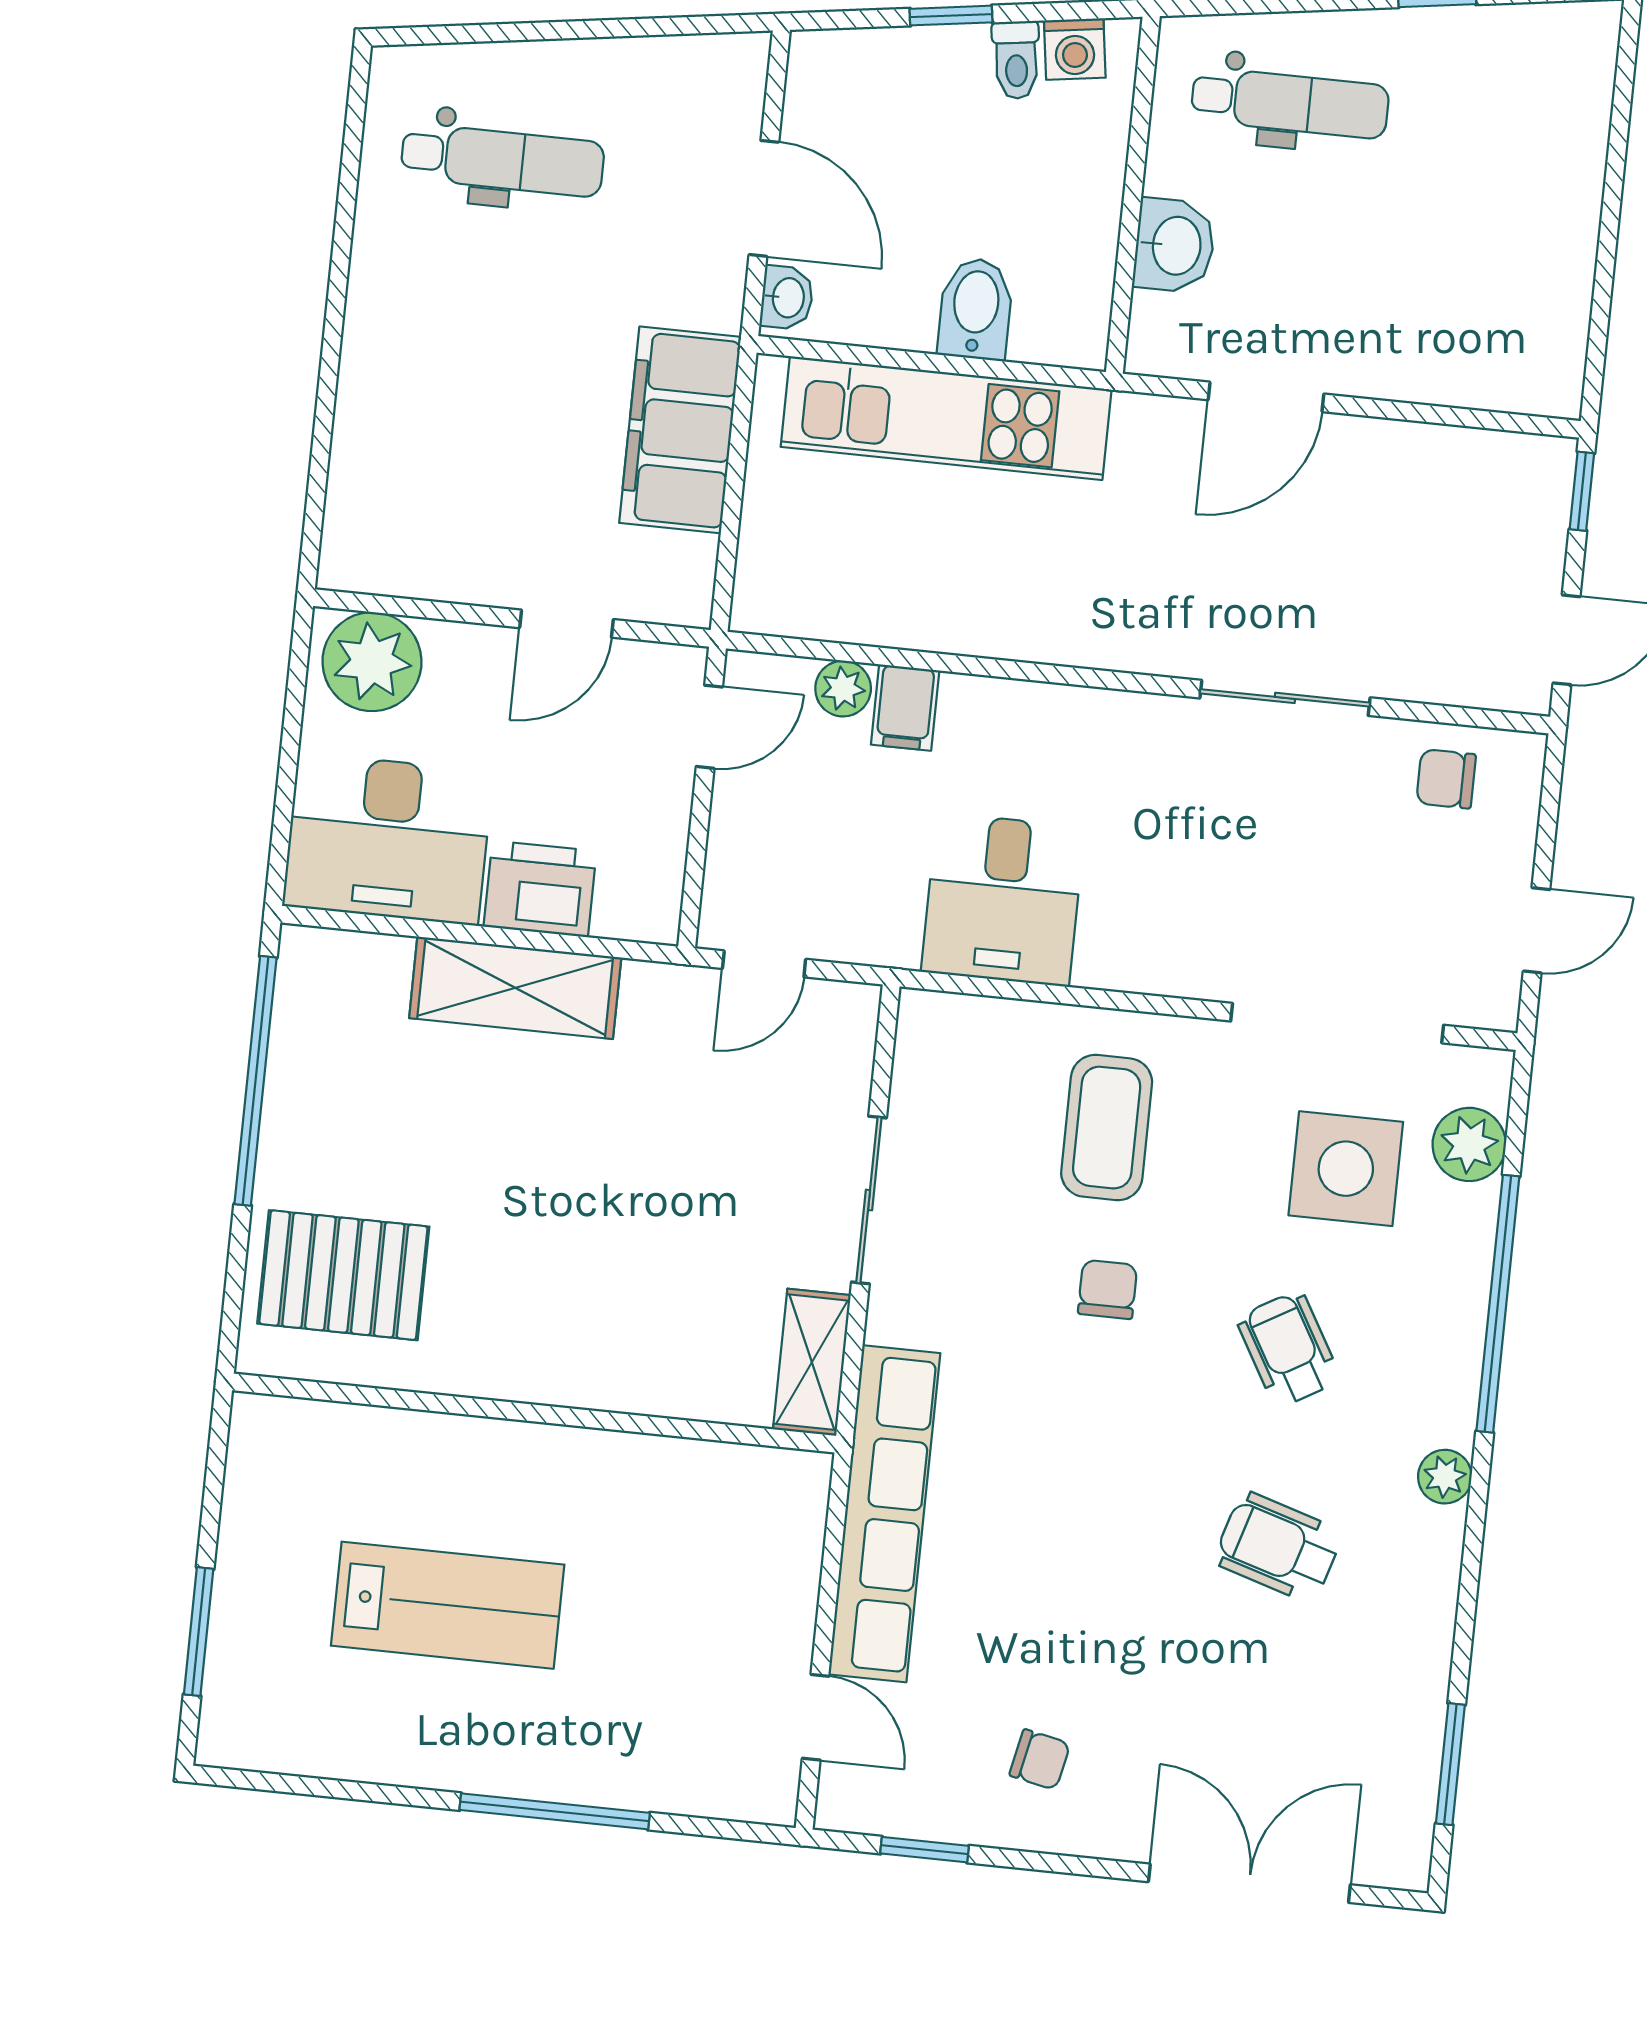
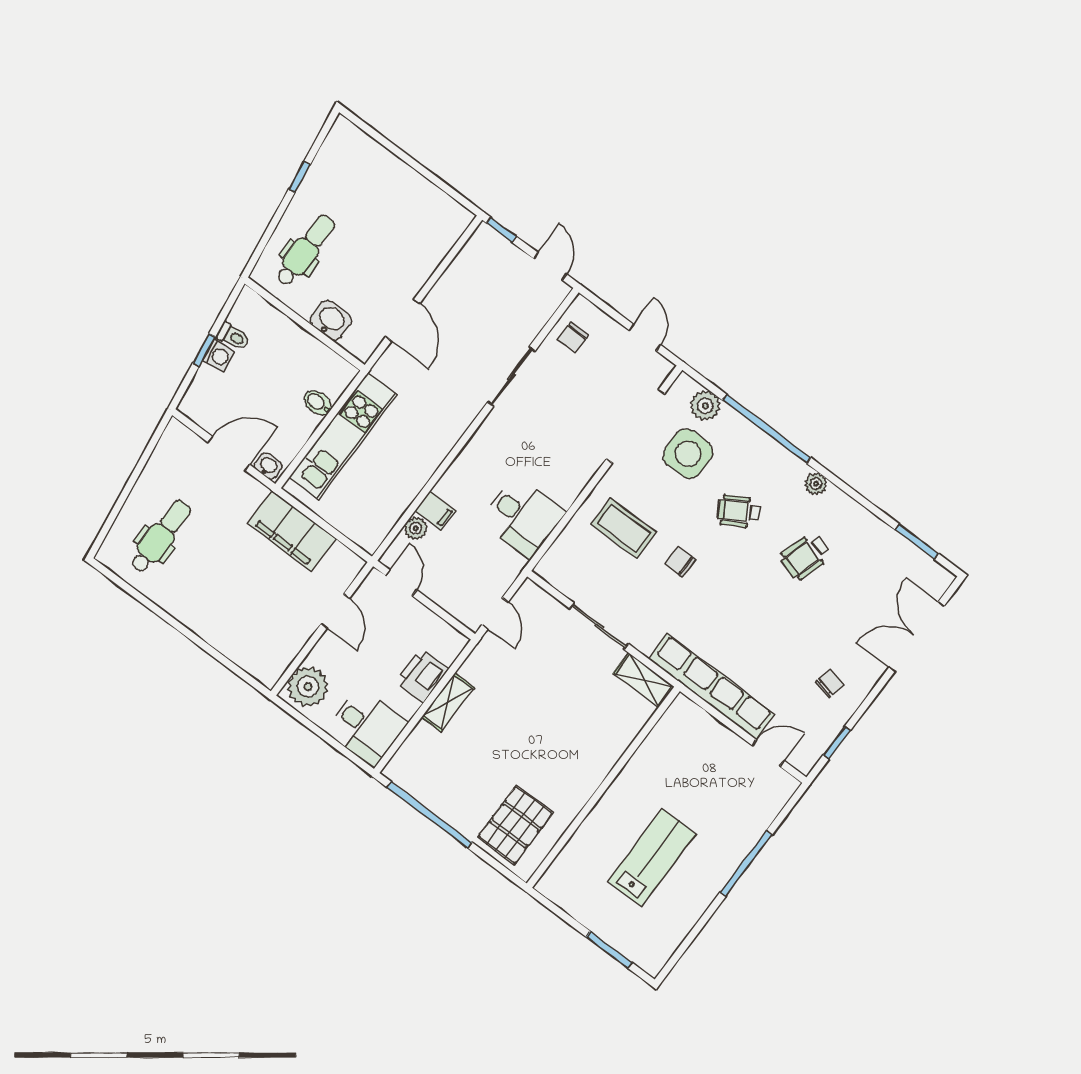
washing machine: (1075, 49) -> (219, 356), moved
bidet: (976, 309) -> (318, 403), width x0.72, depth x0.74
desk: (388, 839) -> (366, 727), width x0.73
shelving: (515, 988) -> (448, 702), width x0.67, depth x0.75

